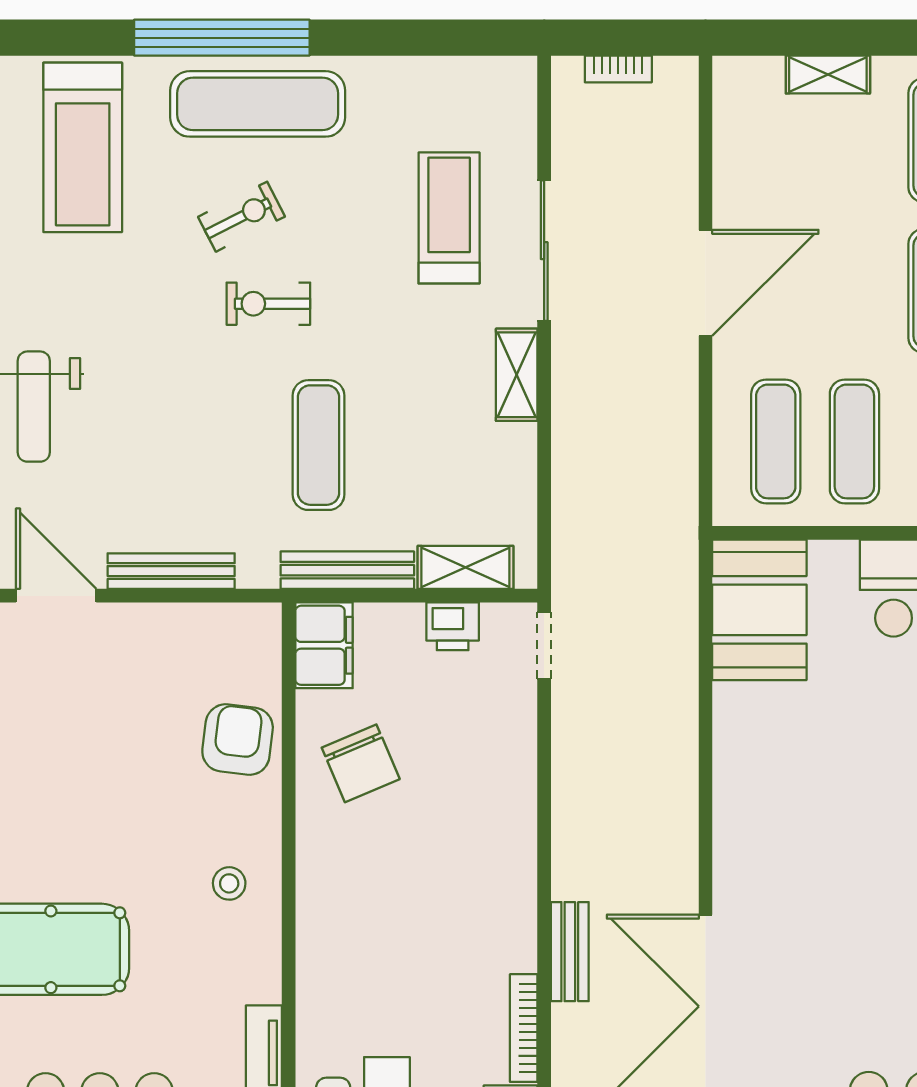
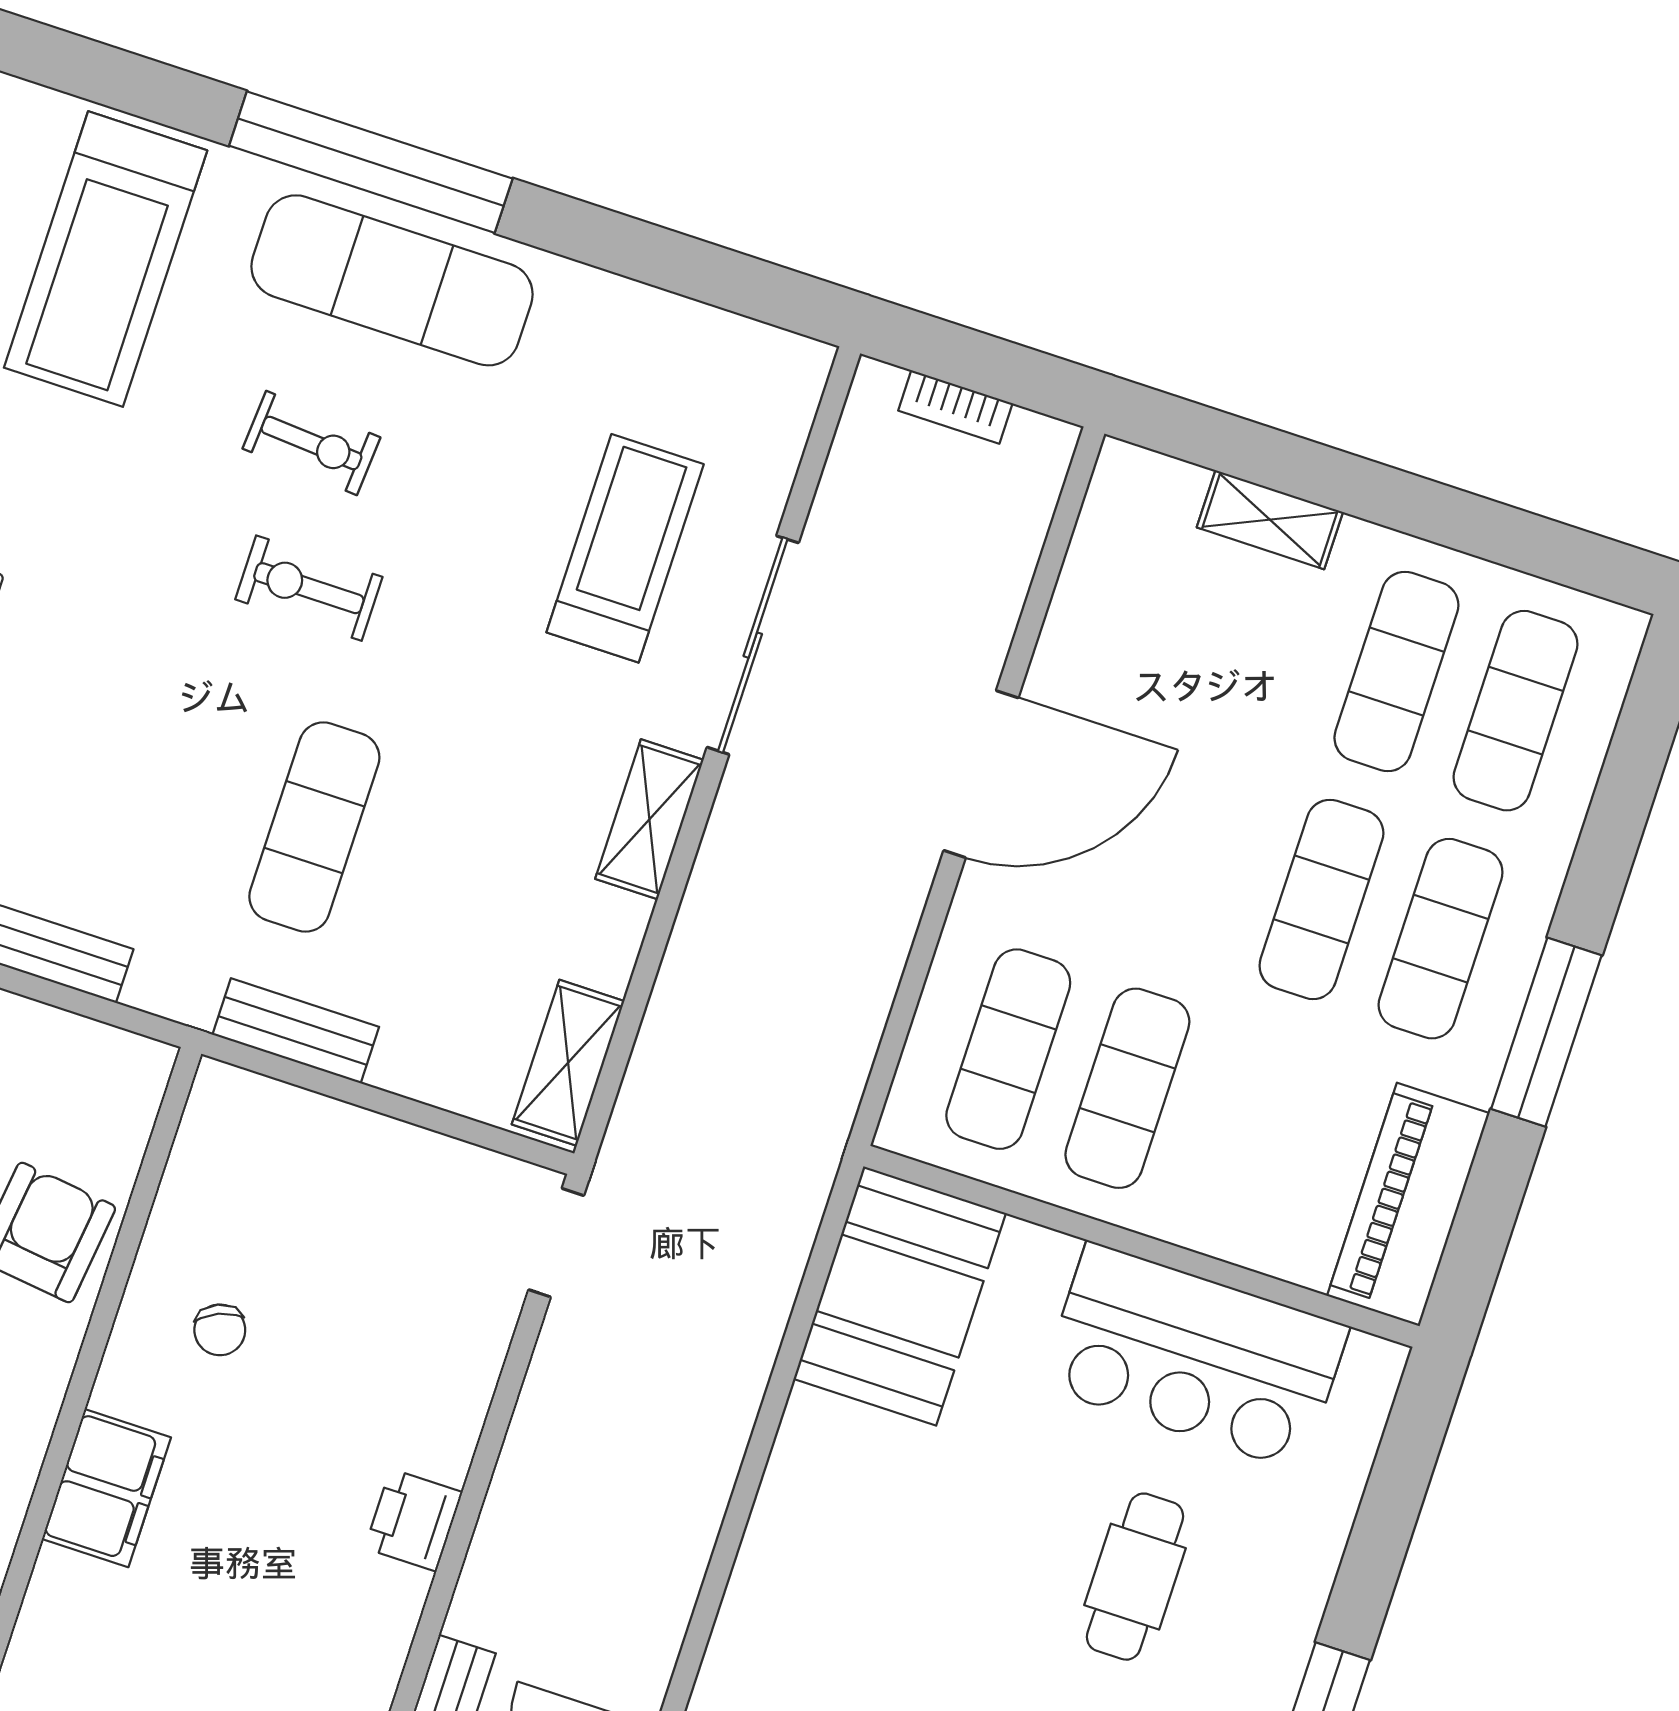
exercise bike: (242, 217) -> (311, 443), turned 31
shelving: (465, 567) -> (568, 1063), moved, turned 90
bench: (347, 570) -> (296, 1031), width x0.73
printer: (453, 626) -> (414, 1520), moved, turned 90
filing cabinet: (324, 645) -> (106, 1488), moved
chair: (361, 763) -> (220, 1330), width x0.54, depth x0.54

